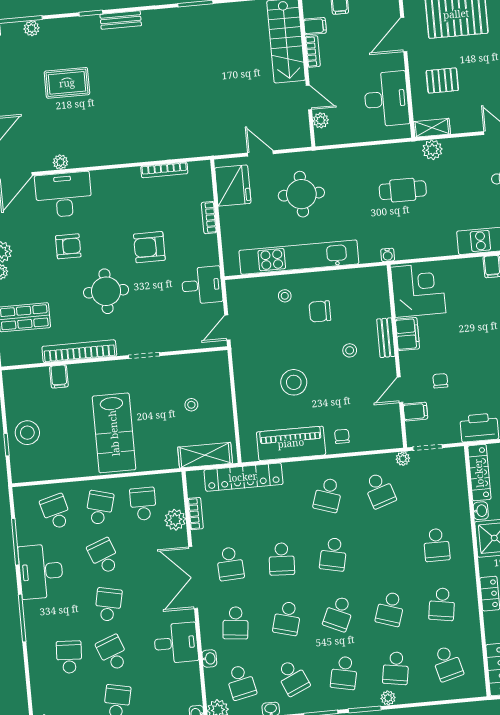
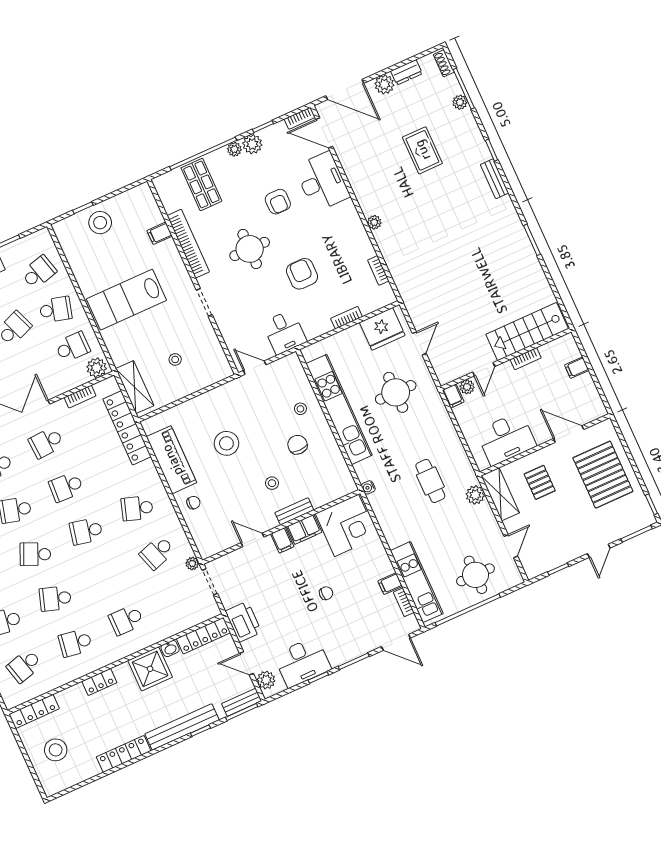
filing cabinet: (315, 26) -> (453, 396), moved
shelving: (432, 128) -> (500, 494), width x1.50, depth x1.33
plant: (60, 162) -> (374, 222), moved
bookcase: (164, 170) -> (378, 270), width x0.64
chair: (440, 381) -> (326, 593), moved
filing cabinet: (415, 412) -> (282, 540), moved
plant: (175, 520) -> (97, 368), moved

